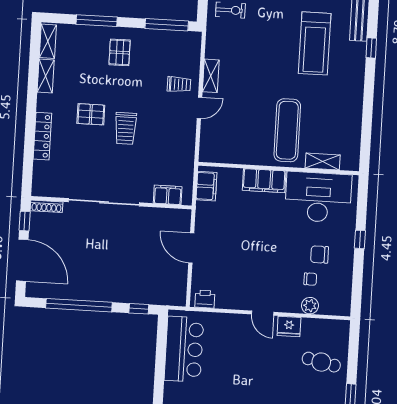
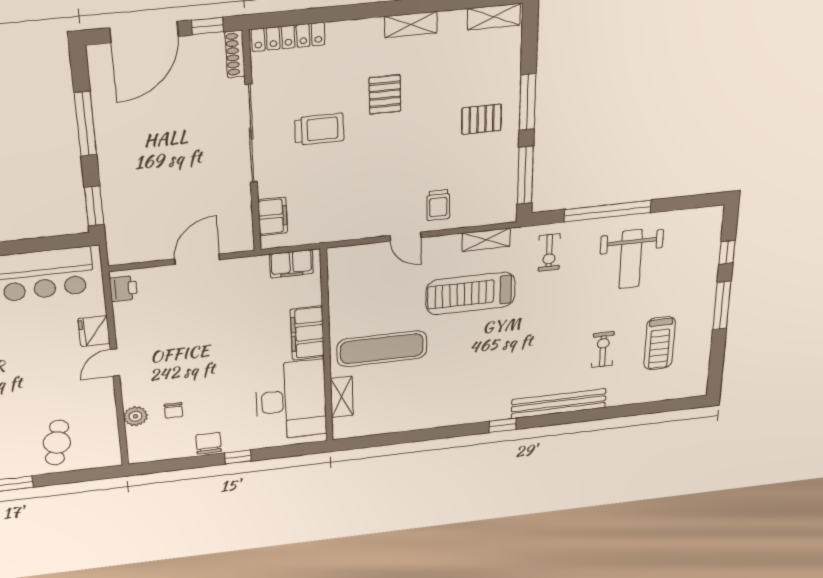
window: (97, 21) -> (527, 102), moved
treadmill: (315, 43) -> (470, 293), moved
shelving: (46, 76) -> (411, 25), moved
shelving: (211, 76) -> (486, 240), moved
trolley: (126, 128) -> (319, 129), moved, turned 180
locker: (42, 136) -> (288, 37), moved
chair: (320, 255) -> (208, 443), moved
window: (79, 305) -> (85, 124), width x0.68
window: (139, 309) -> (94, 206), width x1.50
fridge: (289, 326) -> (94, 331), moved

